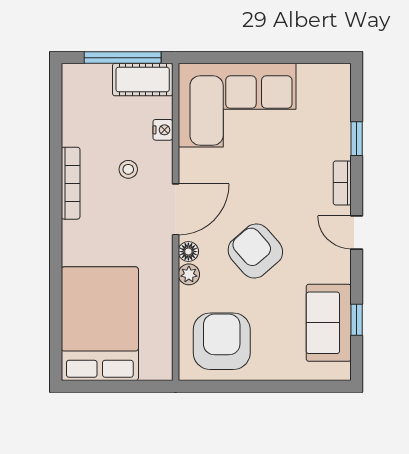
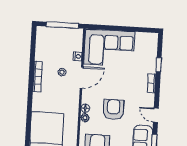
cot: (143, 80) -> (70, 35), removed
door: (176, 209) -> (82, 78), moved
door: (357, 232) -> (156, 115), moved
armchair: (255, 251) -> (113, 110), turned 41

